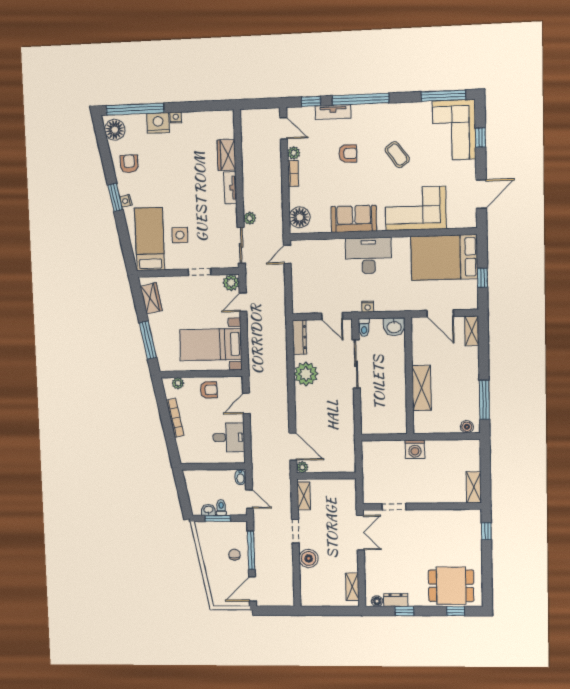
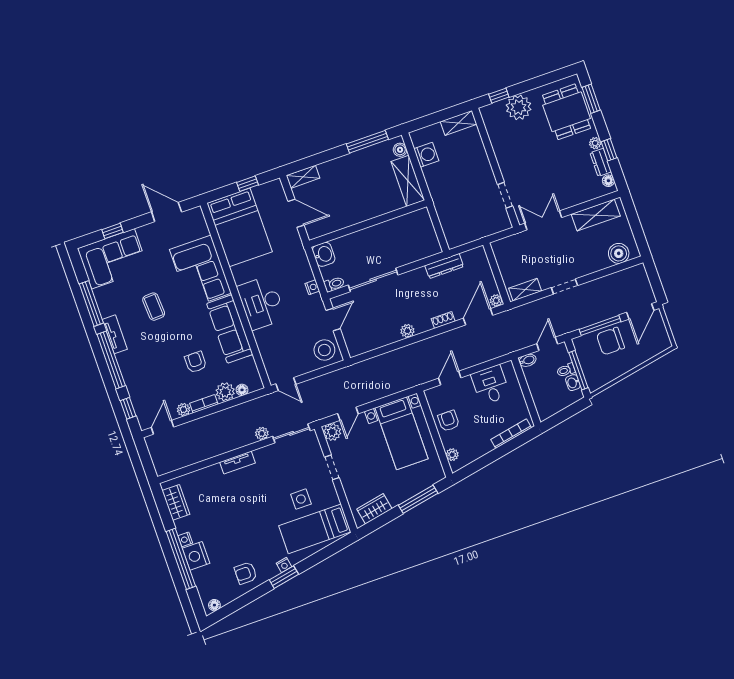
window: (443, 96) -> (91, 303), moved
window: (135, 109) -> (181, 559), moved
tv unit: (333, 112) -> (115, 334), moved
floor lamp: (115, 130) -> (214, 605), width x0.53, depth x0.53
armchair: (348, 154) -> (196, 362), moved
wardrobe: (226, 155) -> (176, 502), moved, turned -90
coffee table: (397, 155) -> (154, 307), turned -57
plant: (298, 197) -> (225, 392), added
floor lamp: (300, 217) -> (242, 390), width x0.53, depth x0.53
sofa: (354, 219) -> (230, 329), width x1.36
stool: (307, 299) -> (324, 350), added
door: (243, 302) -> (348, 414), hinge flipped
door: (440, 313) -> (296, 213), hinge flipped
dresser: (299, 337) -> (444, 266), moved, turned 180
plant: (306, 374) -> (407, 331), width x0.53, depth x0.53
shelving: (422, 388) -> (408, 181), moved, turned 90
door: (246, 403) -> (450, 378), swing flipped
shoe rack: (300, 415) -> (443, 320), added
bookcase: (175, 418) -> (511, 434), moved
washing machine: (415, 449) -> (426, 155), moved
window: (218, 518) -> (578, 370), width x1.44
plant: (470, 545) -> (519, 107), added
chair: (234, 555) -> (610, 341), width x1.87, depth x1.87
boiler: (309, 558) -> (619, 253), moved
shelving: (352, 587) -> (596, 215), width x1.50, depth x1.33
door: (252, 589) -> (640, 311), hinge flipped
plant: (414, 601) -> (595, 143), added
window: (456, 611) -> (591, 99), width x1.50

